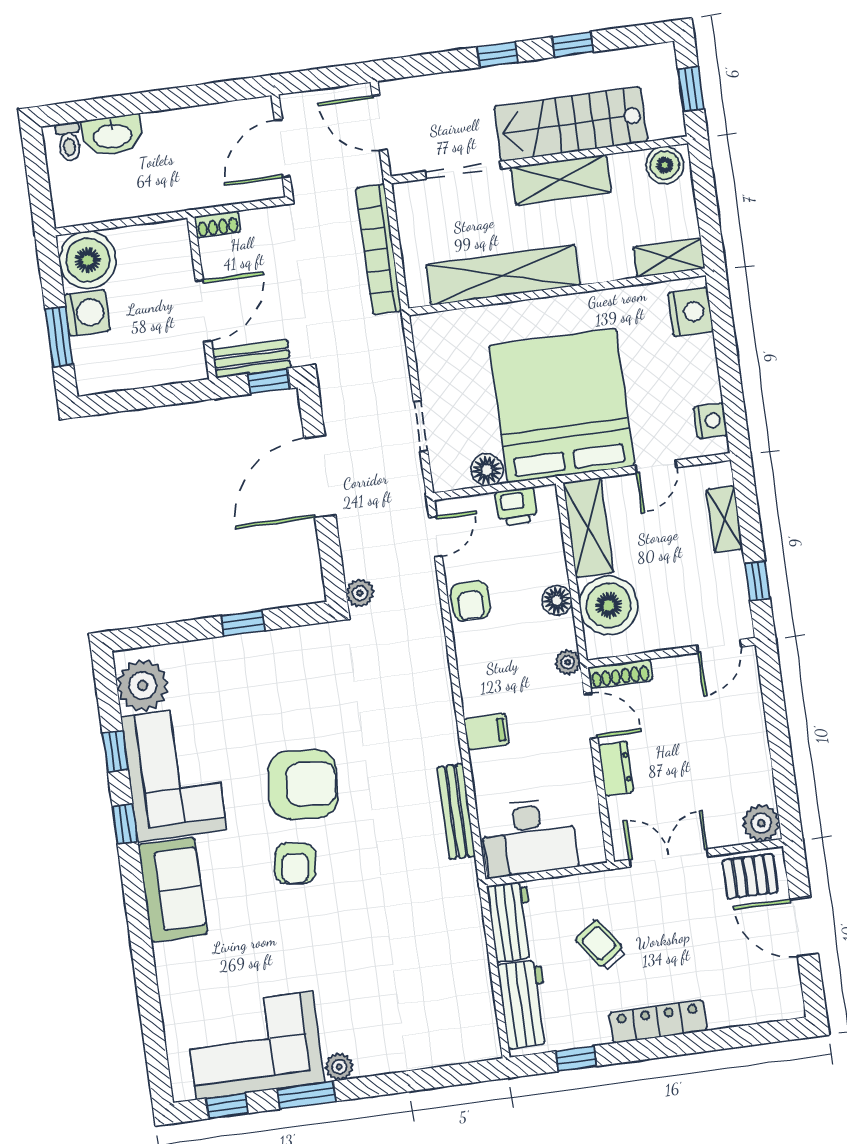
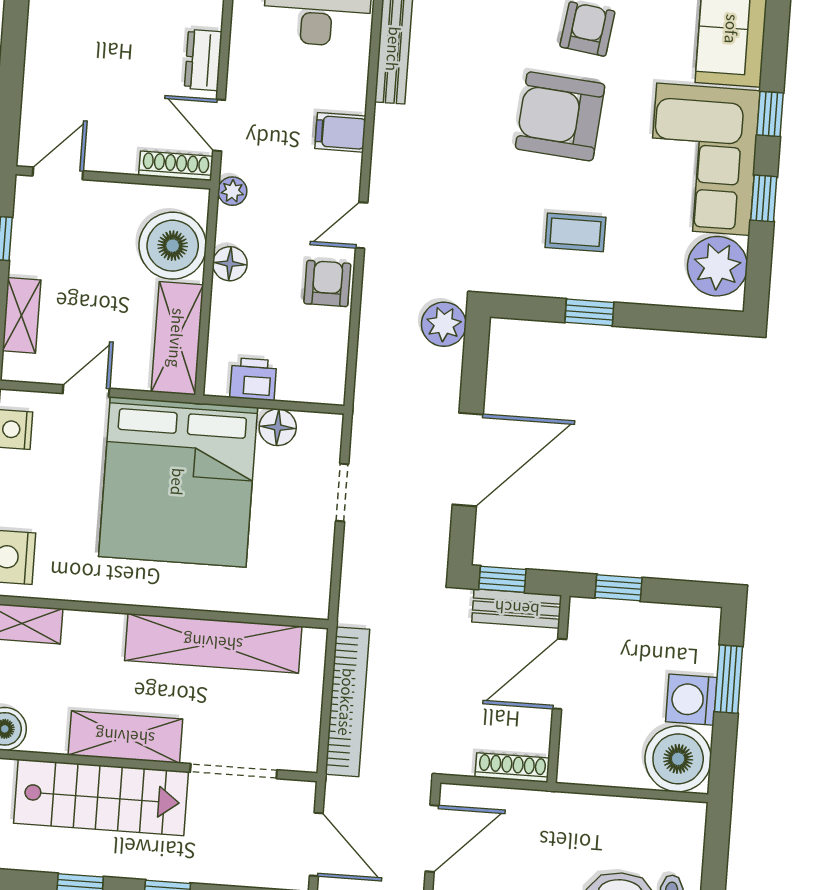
shoe rack: (218, 224) -> (512, 768), width x1.43
window: (169, 395) -> (619, 588), added
door: (436, 537) -> (362, 225), moved
plant: (360, 593) -> (444, 324), width x1.38, depth x1.38
coffee table: (269, 689) -> (575, 232), added

